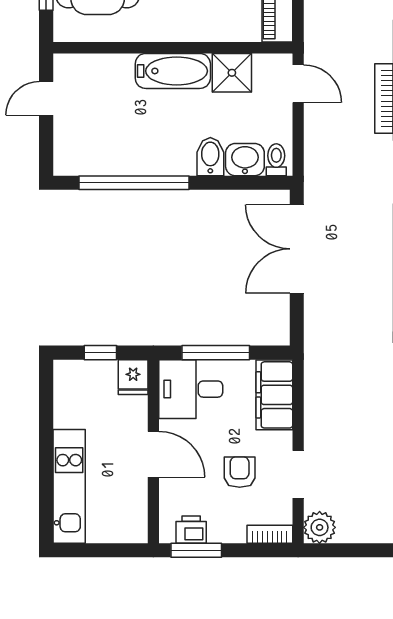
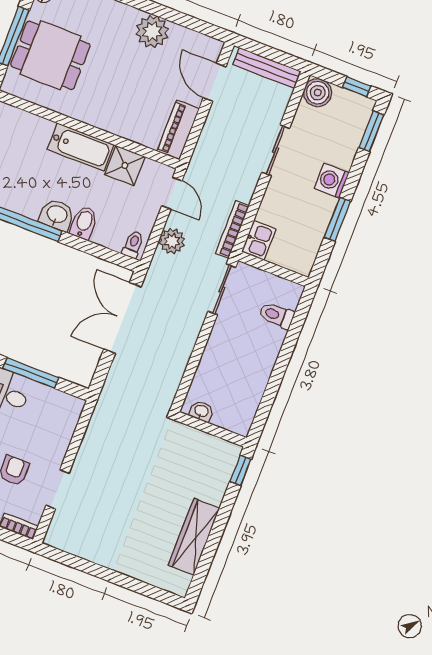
washbasin: (245, 160) -> (57, 215), moved
filing cabinet: (274, 395) -> (63, 422), removed
plant: (320, 527) -> (172, 241), moved

